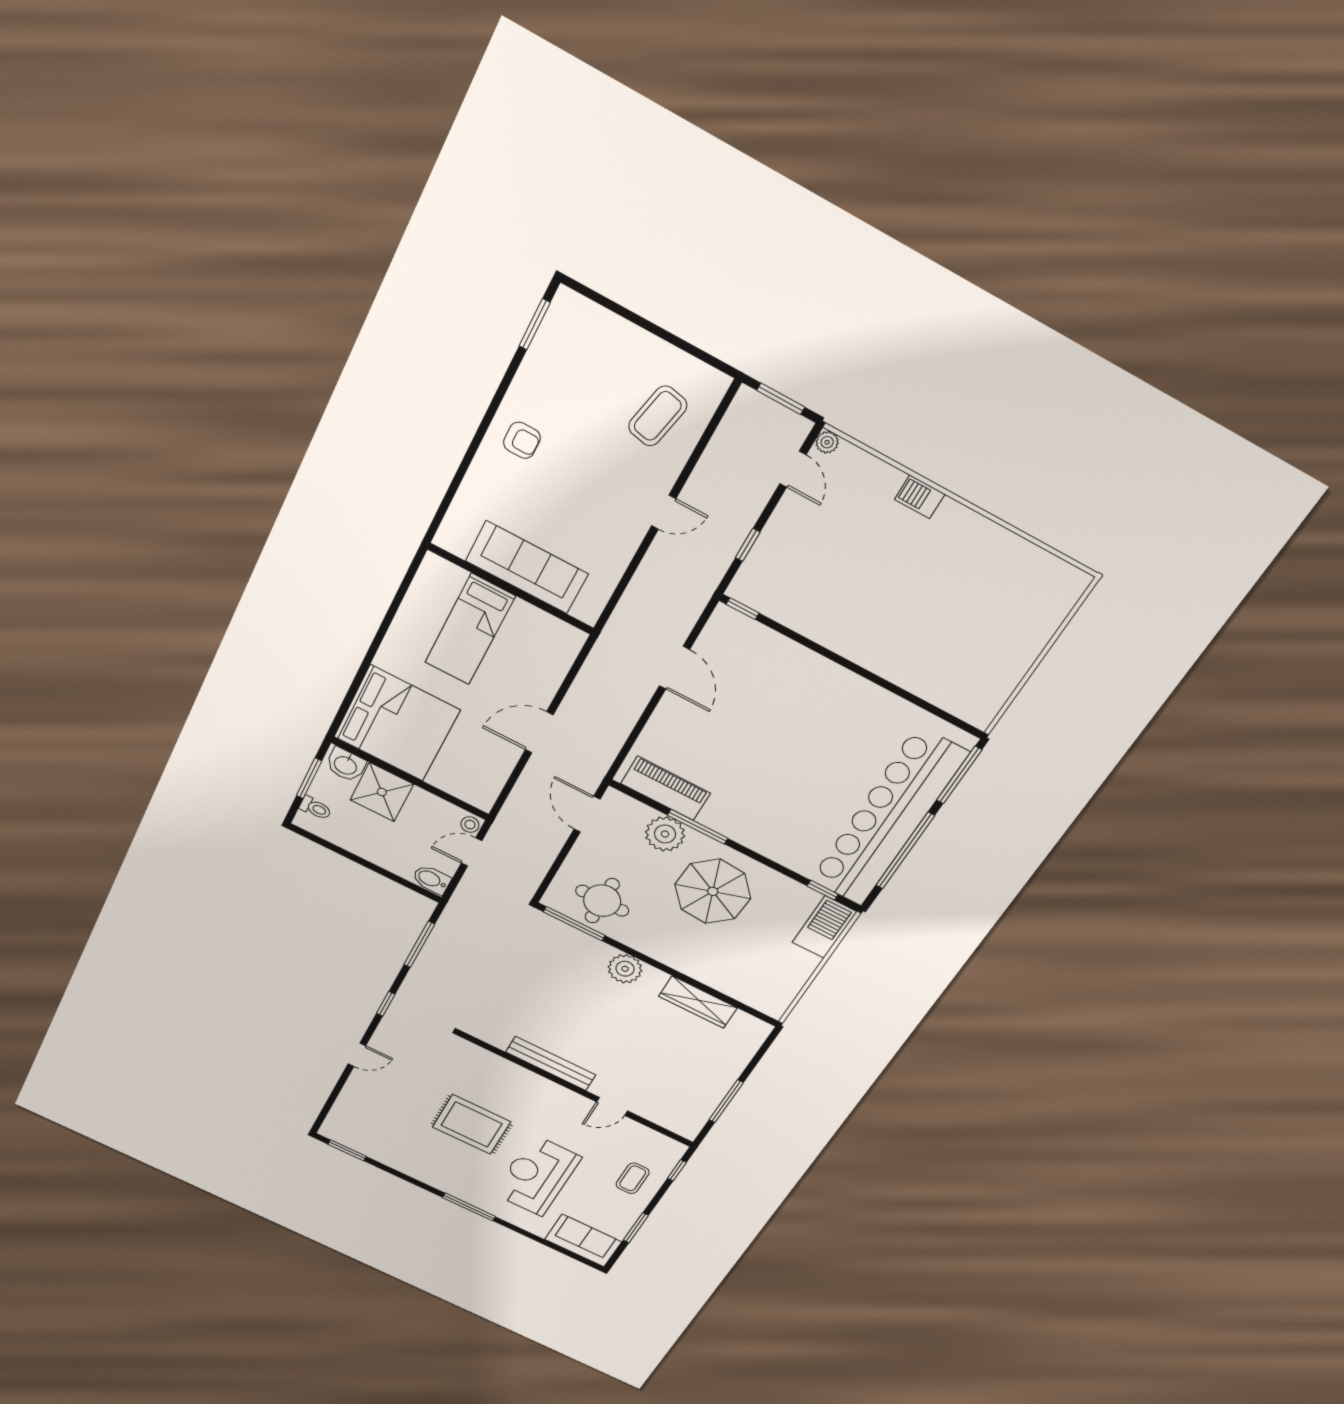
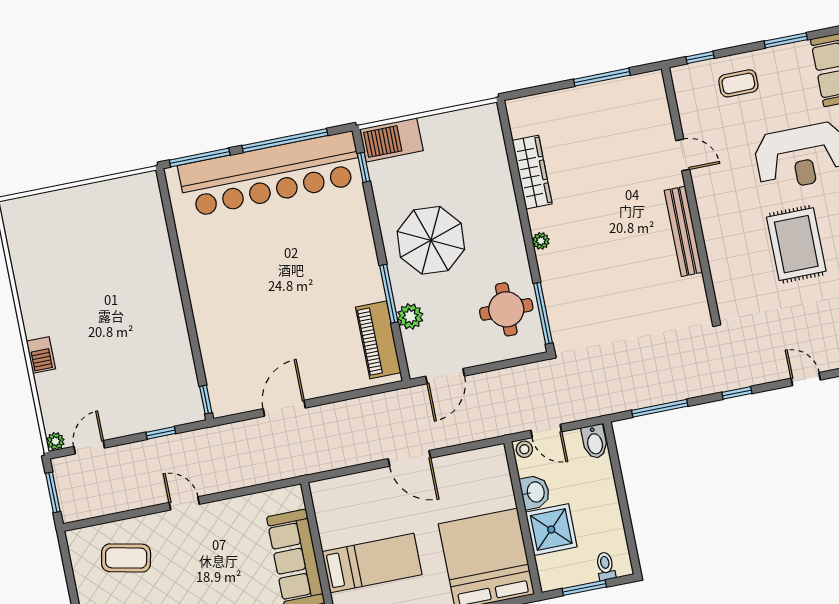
washbasin: (346, 765) -> (535, 492), moved
plant: (665, 834) -> (410, 316), width x0.73, depth x0.73
plant: (625, 969) -> (541, 241), width x0.53, depth x0.53

